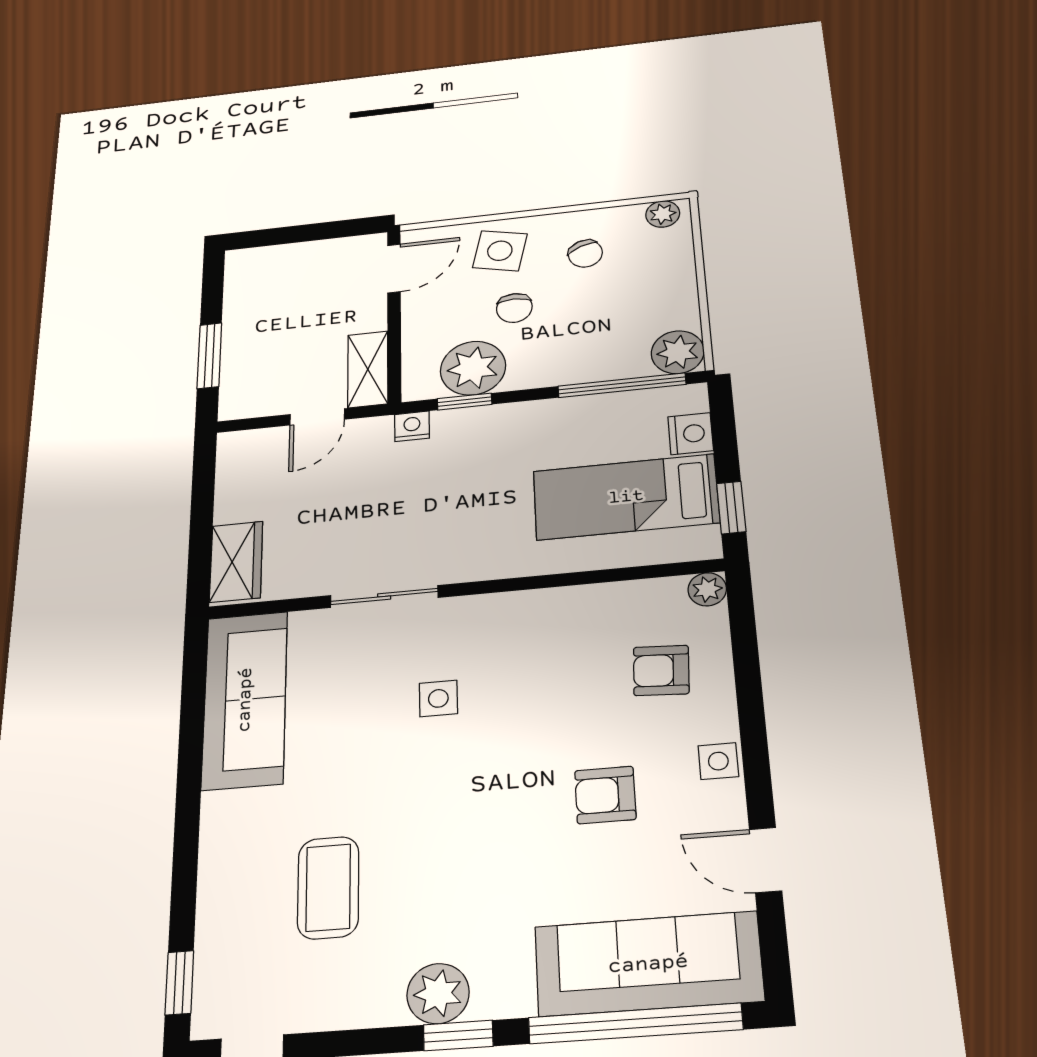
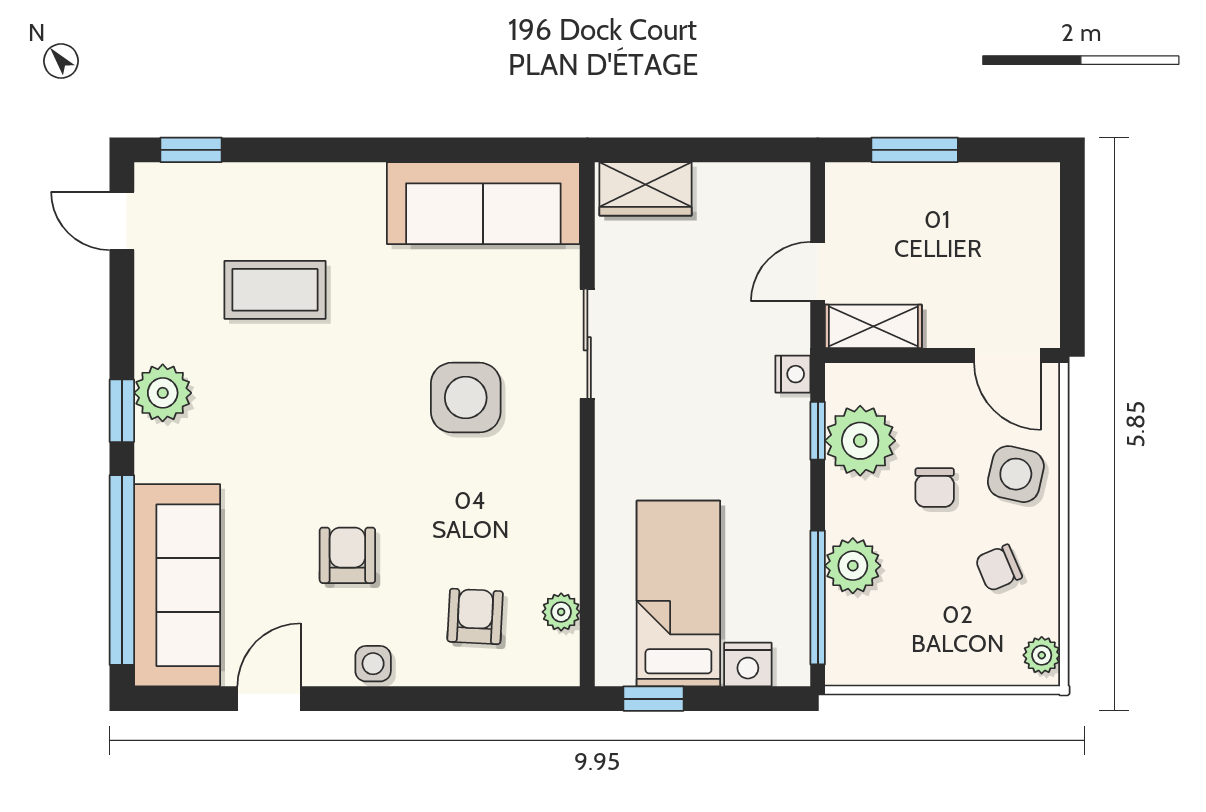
chair: (514, 308) -> (935, 488), turned -90
plant: (678, 352) -> (853, 566), moved
door: (317, 417) -> (818, 272), hinge flipped
plant: (707, 589) -> (561, 612), moved
side table: (438, 698) -> (466, 398), width x1.87, depth x1.87

